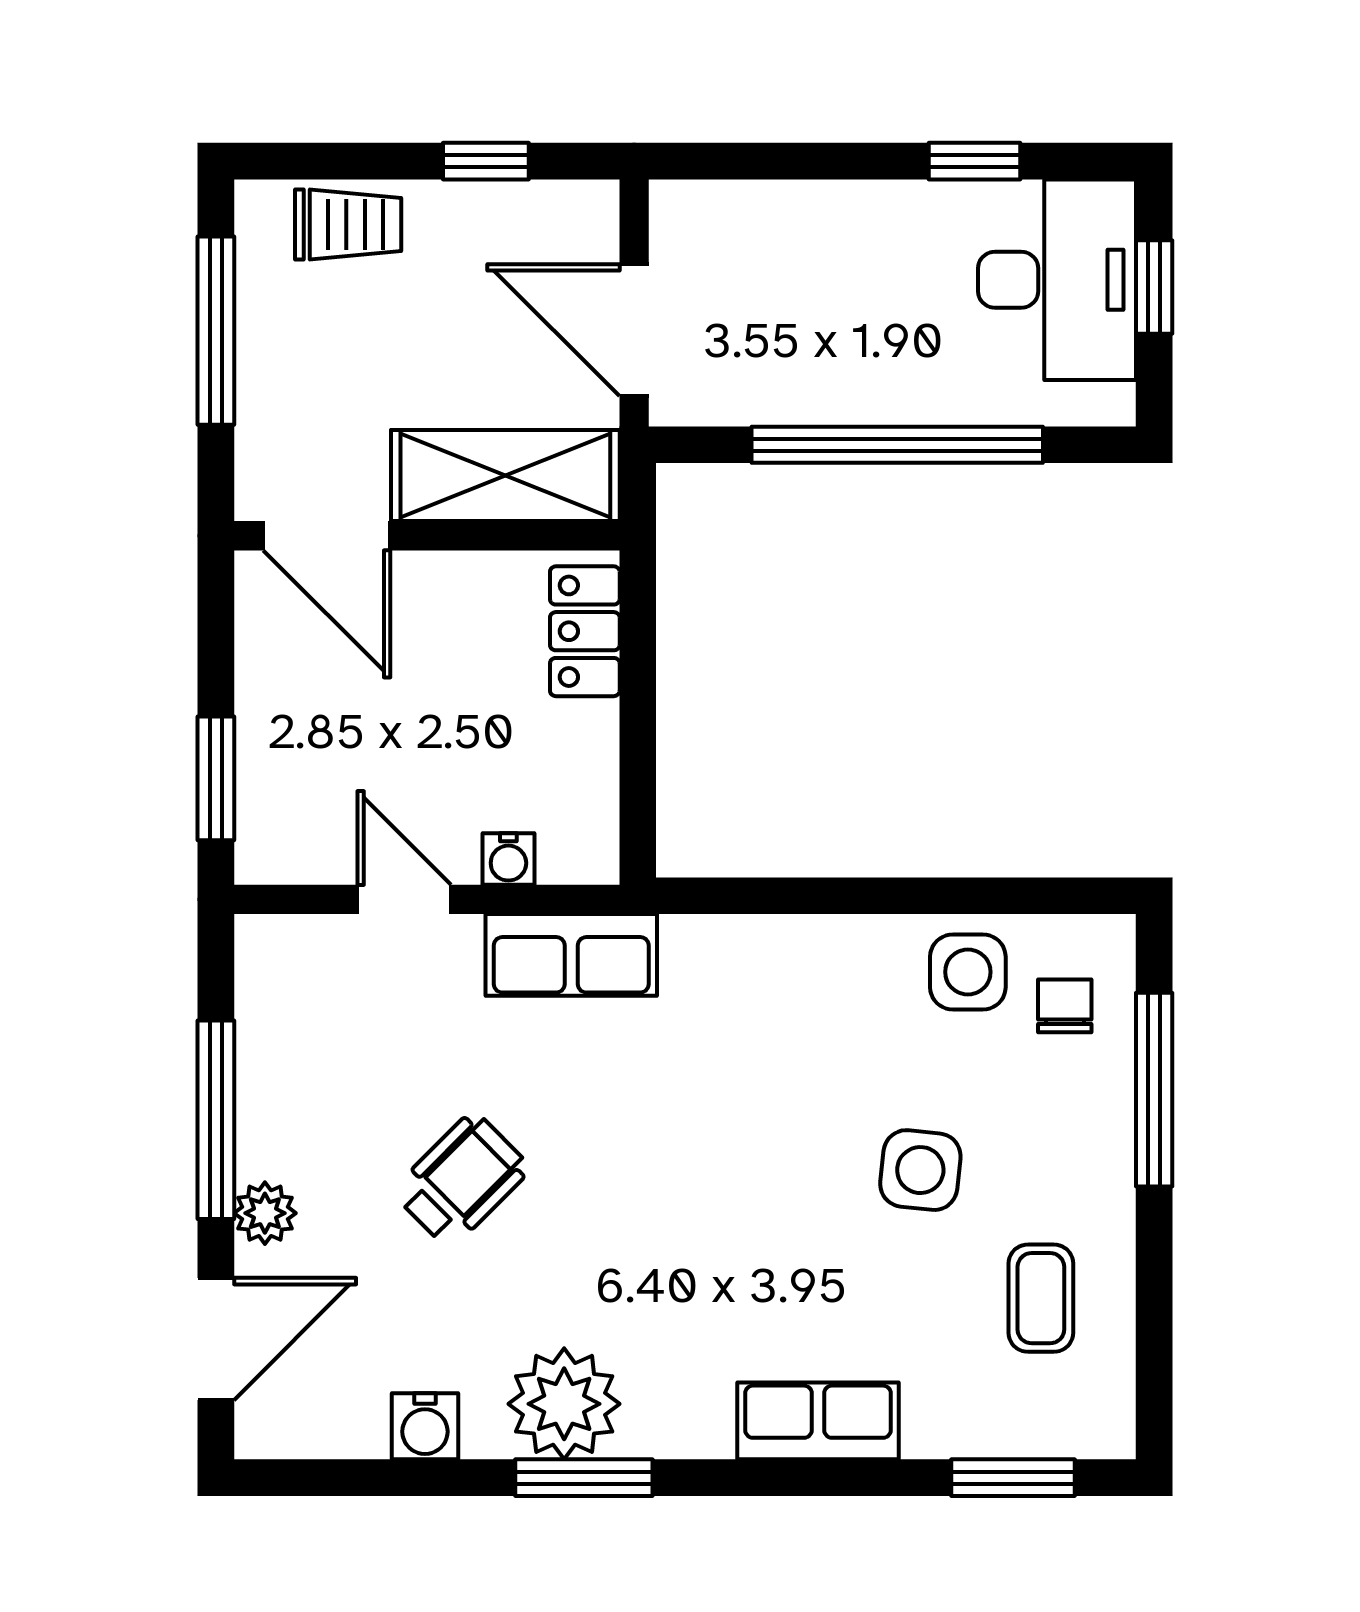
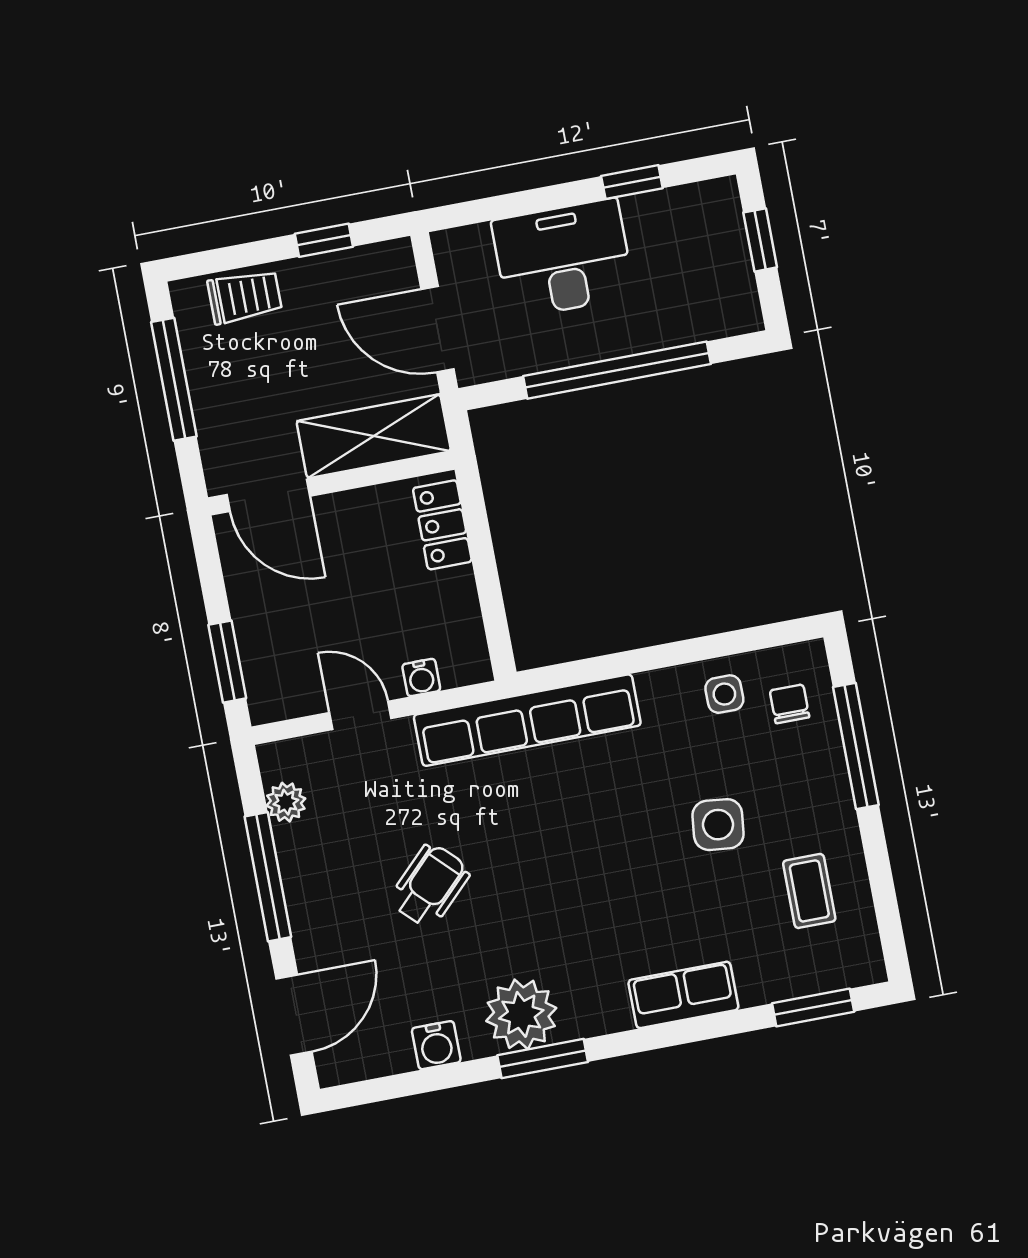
desk: (1057, 280) -> (563, 258), moved, turned -90
row of seats: (571, 955) -> (527, 720), width x2.02
side table: (968, 972) -> (724, 694), width x0.73, depth x0.73
plant: (265, 1213) -> (286, 802), moved

